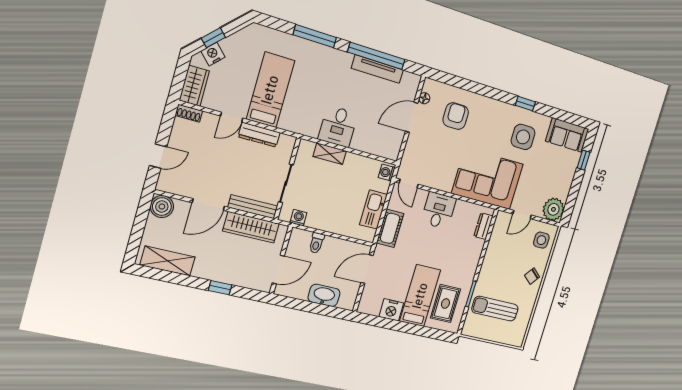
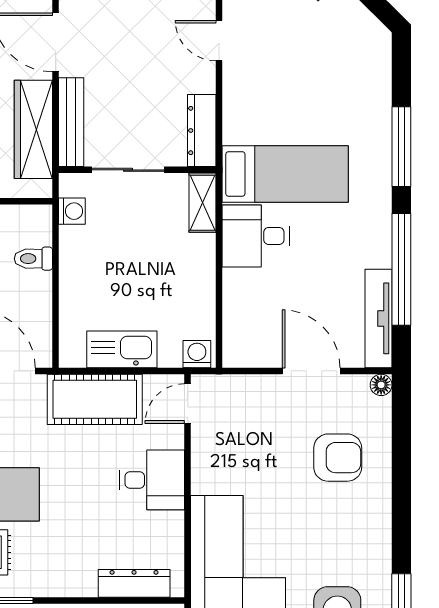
tv unit: (377, 69) -> (379, 318), moved
bed: (270, 90) -> (285, 174), moved
floor lamp: (424, 98) -> (381, 385), moved
dresser: (259, 135) -> (202, 130), moved
shelving: (330, 154) -> (202, 203), moved
dresser: (483, 226) -> (134, 583), width x1.44
cot: (390, 228) -> (95, 399), width x1.37, depth x1.34

